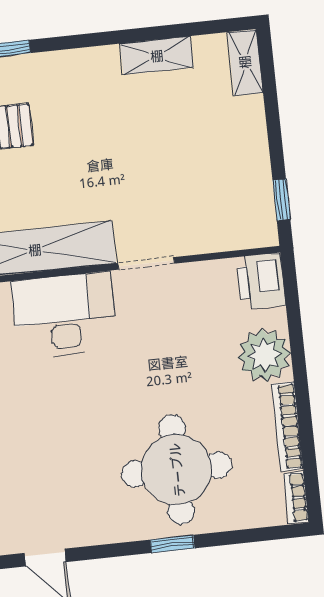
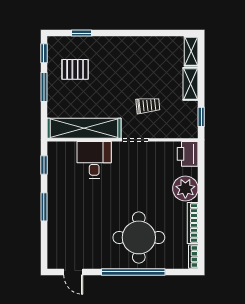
shelving: (157, 56) -> (191, 84), moved, turned 90
trolley: (166, 187) -> (148, 105), added
desk: (64, 315) -> (94, 160), width x0.73
window: (172, 544) -> (133, 272), width x3.17

